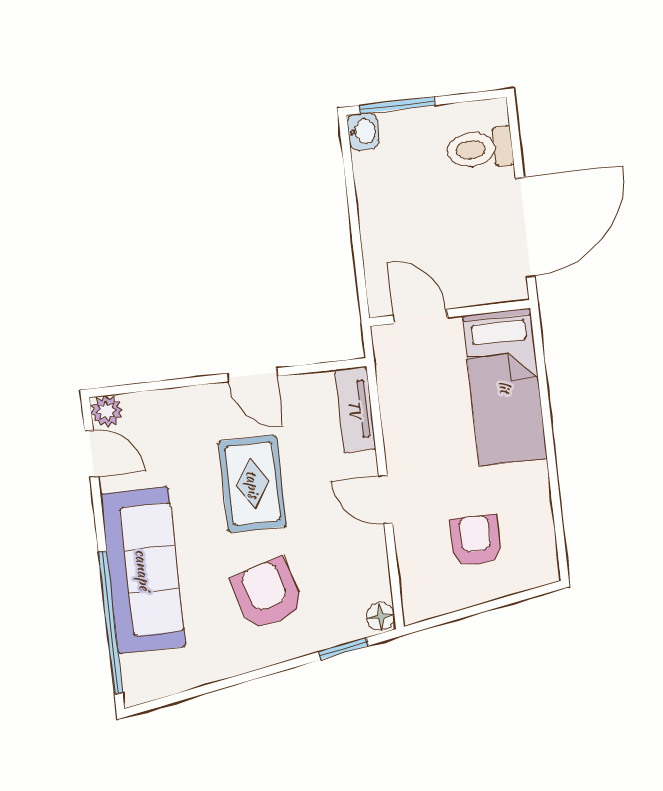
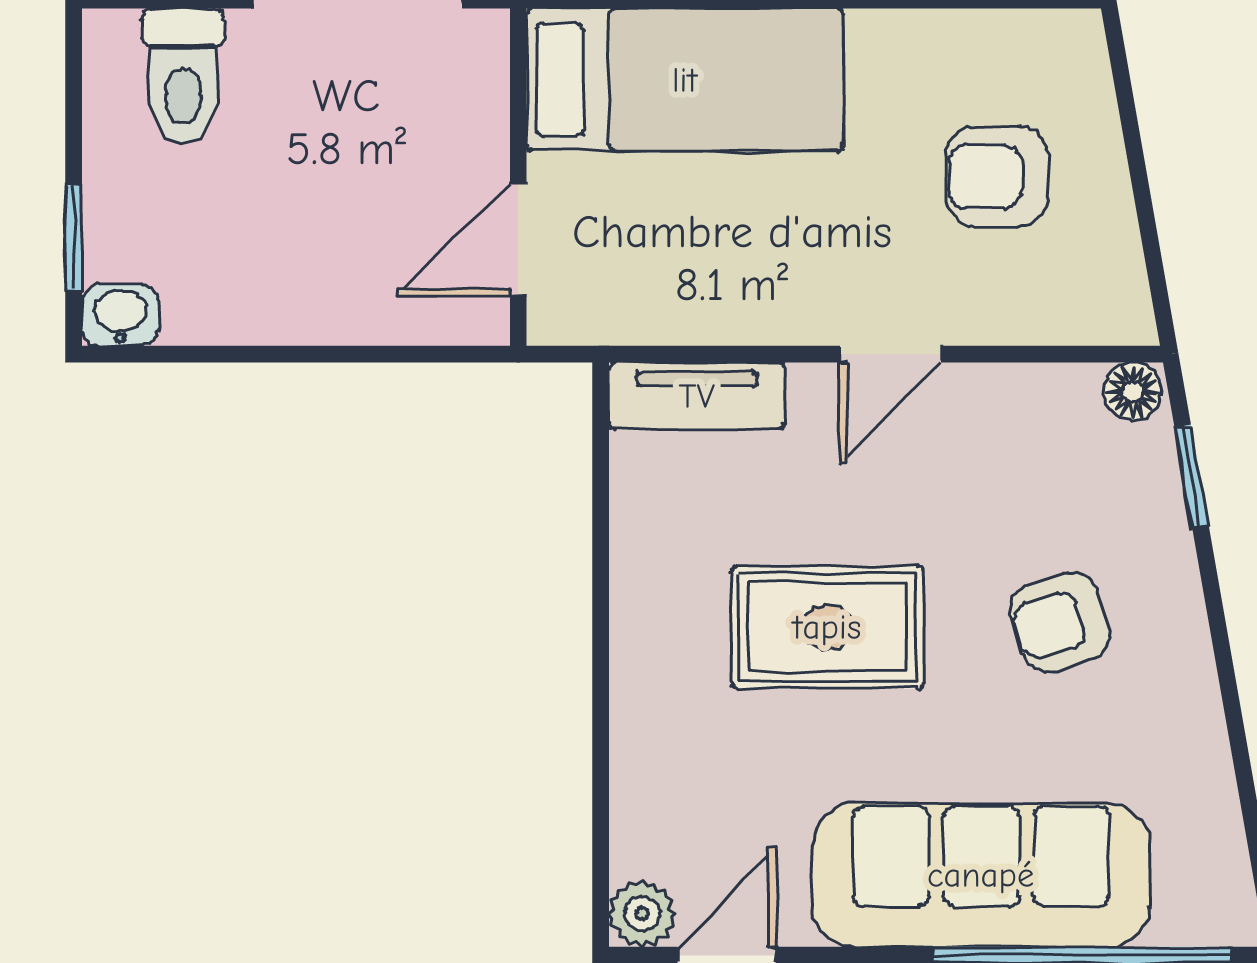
window: (397, 105) -> (74, 238), width x0.67
door: (252, 375) -> (601, 602), removed
armchair: (267, 594) -> (1060, 622), width x0.72, depth x0.72

